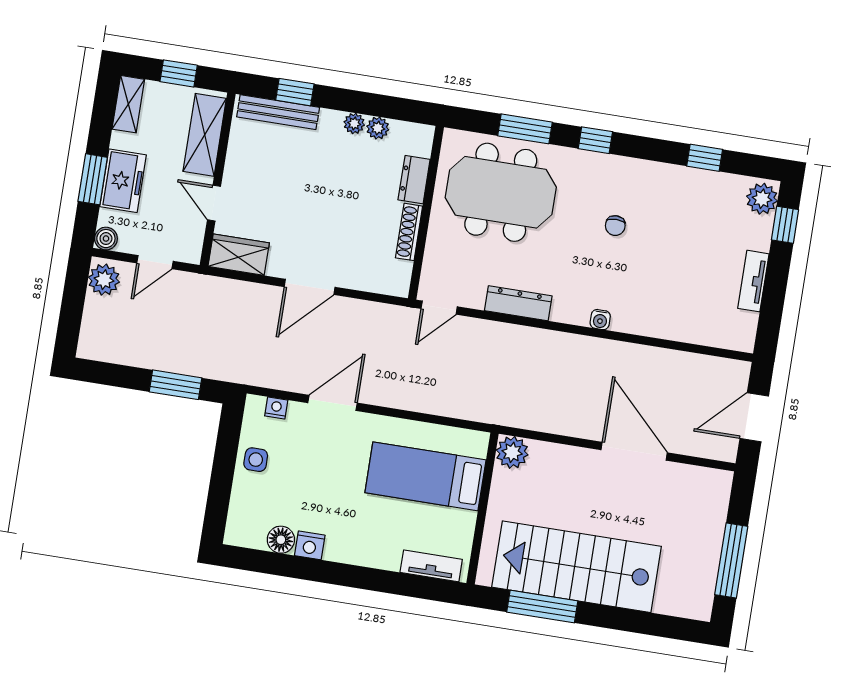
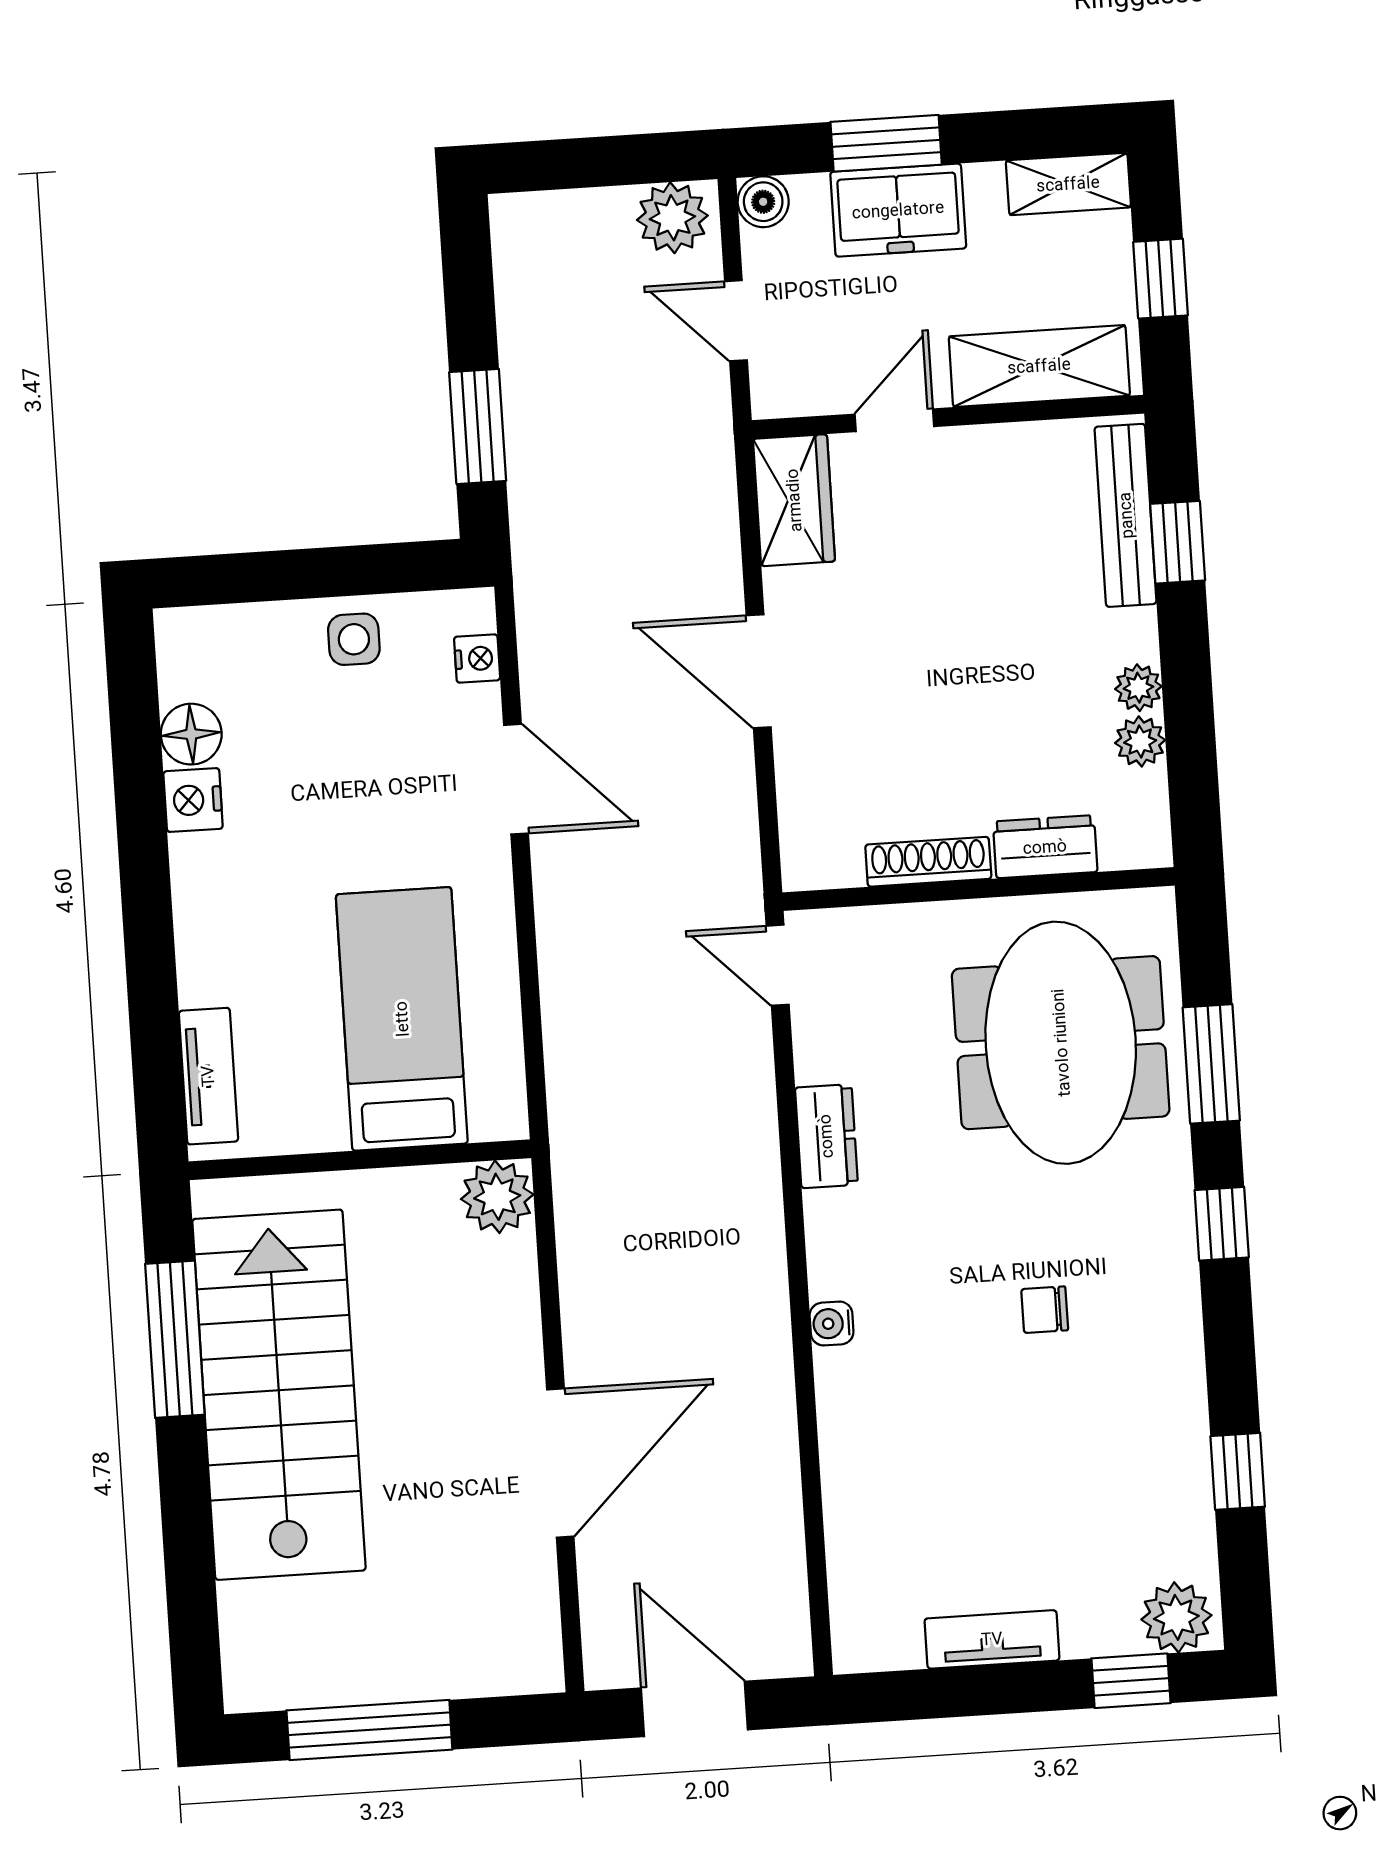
dresser: (518, 303) -> (826, 1136), width x0.70

